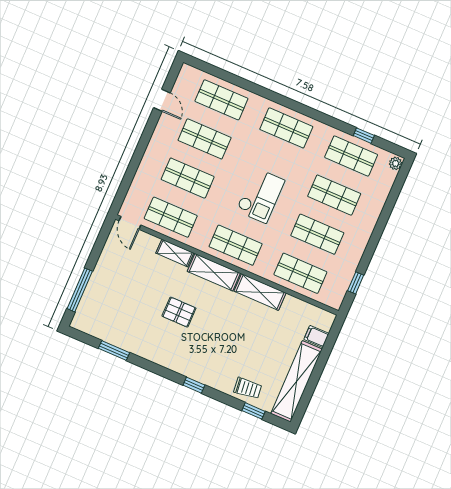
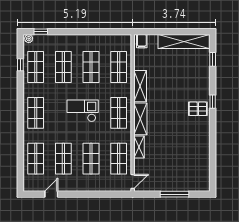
window: (356, 283) -> (41, 32), moved
window: (80, 290) -> (174, 194), moved
pallet: (179, 312) -> (198, 109), moved, turned 90
filing cabinet: (316, 336) -> (142, 41), moved
window: (114, 351) -> (213, 158), removed
trolley: (248, 388) -> (201, 69), removed

